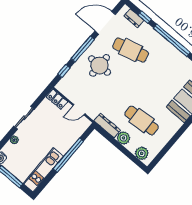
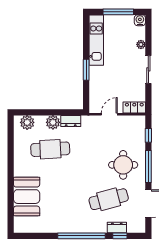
dresser: (134, 18) -> (117, 228), moved
dresser: (107, 126) -> (71, 121), width x0.70
window: (68, 155) -> (86, 70), width x0.47

